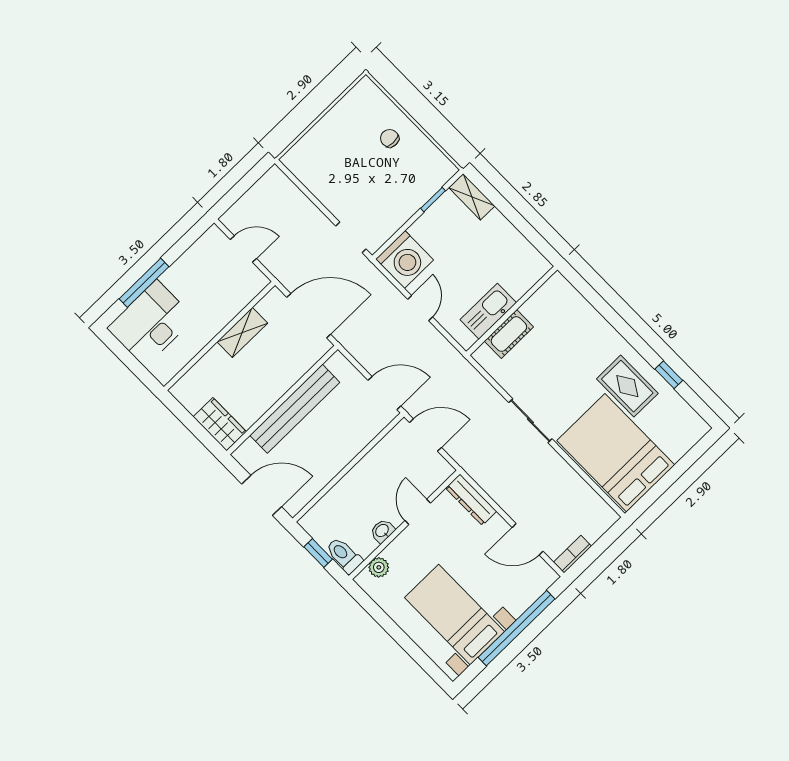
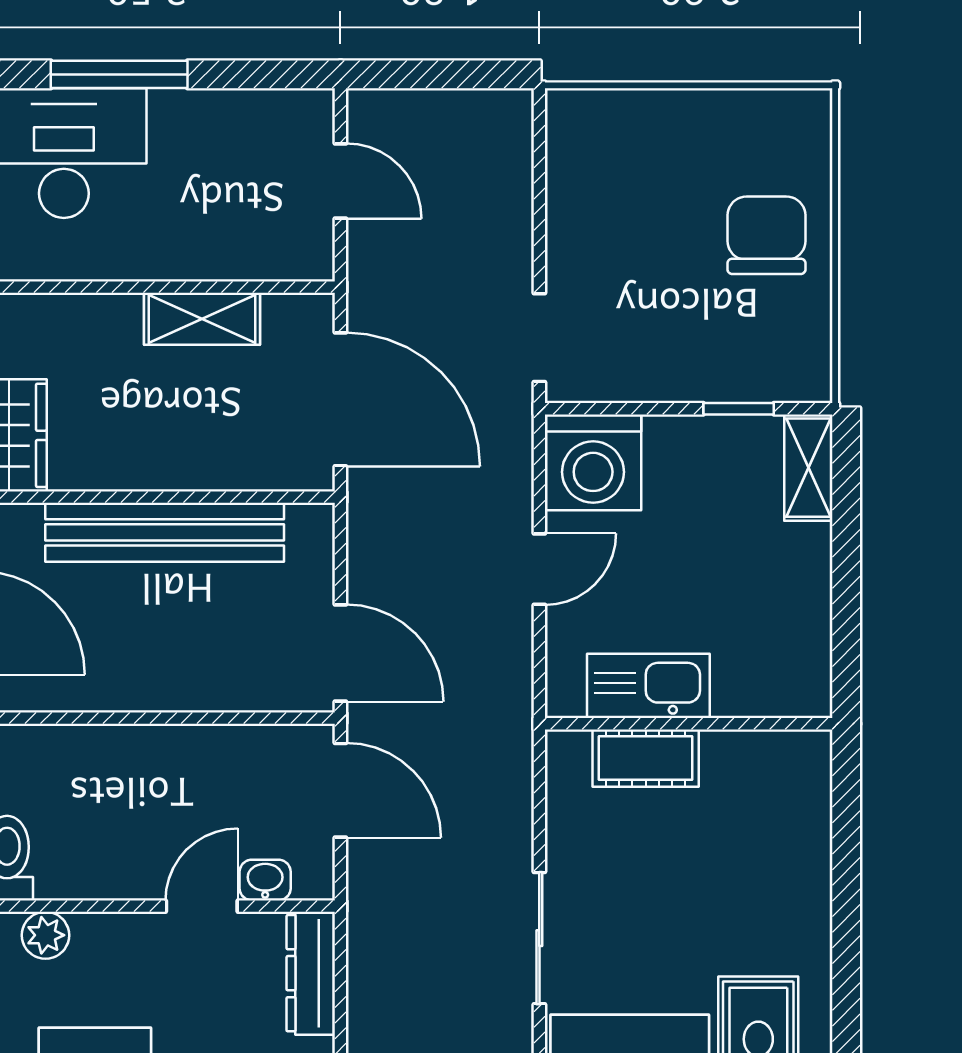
chair: (390, 138) -> (766, 235), width x1.87, depth x1.87
washbasin: (382, 531) -> (265, 880), moved

